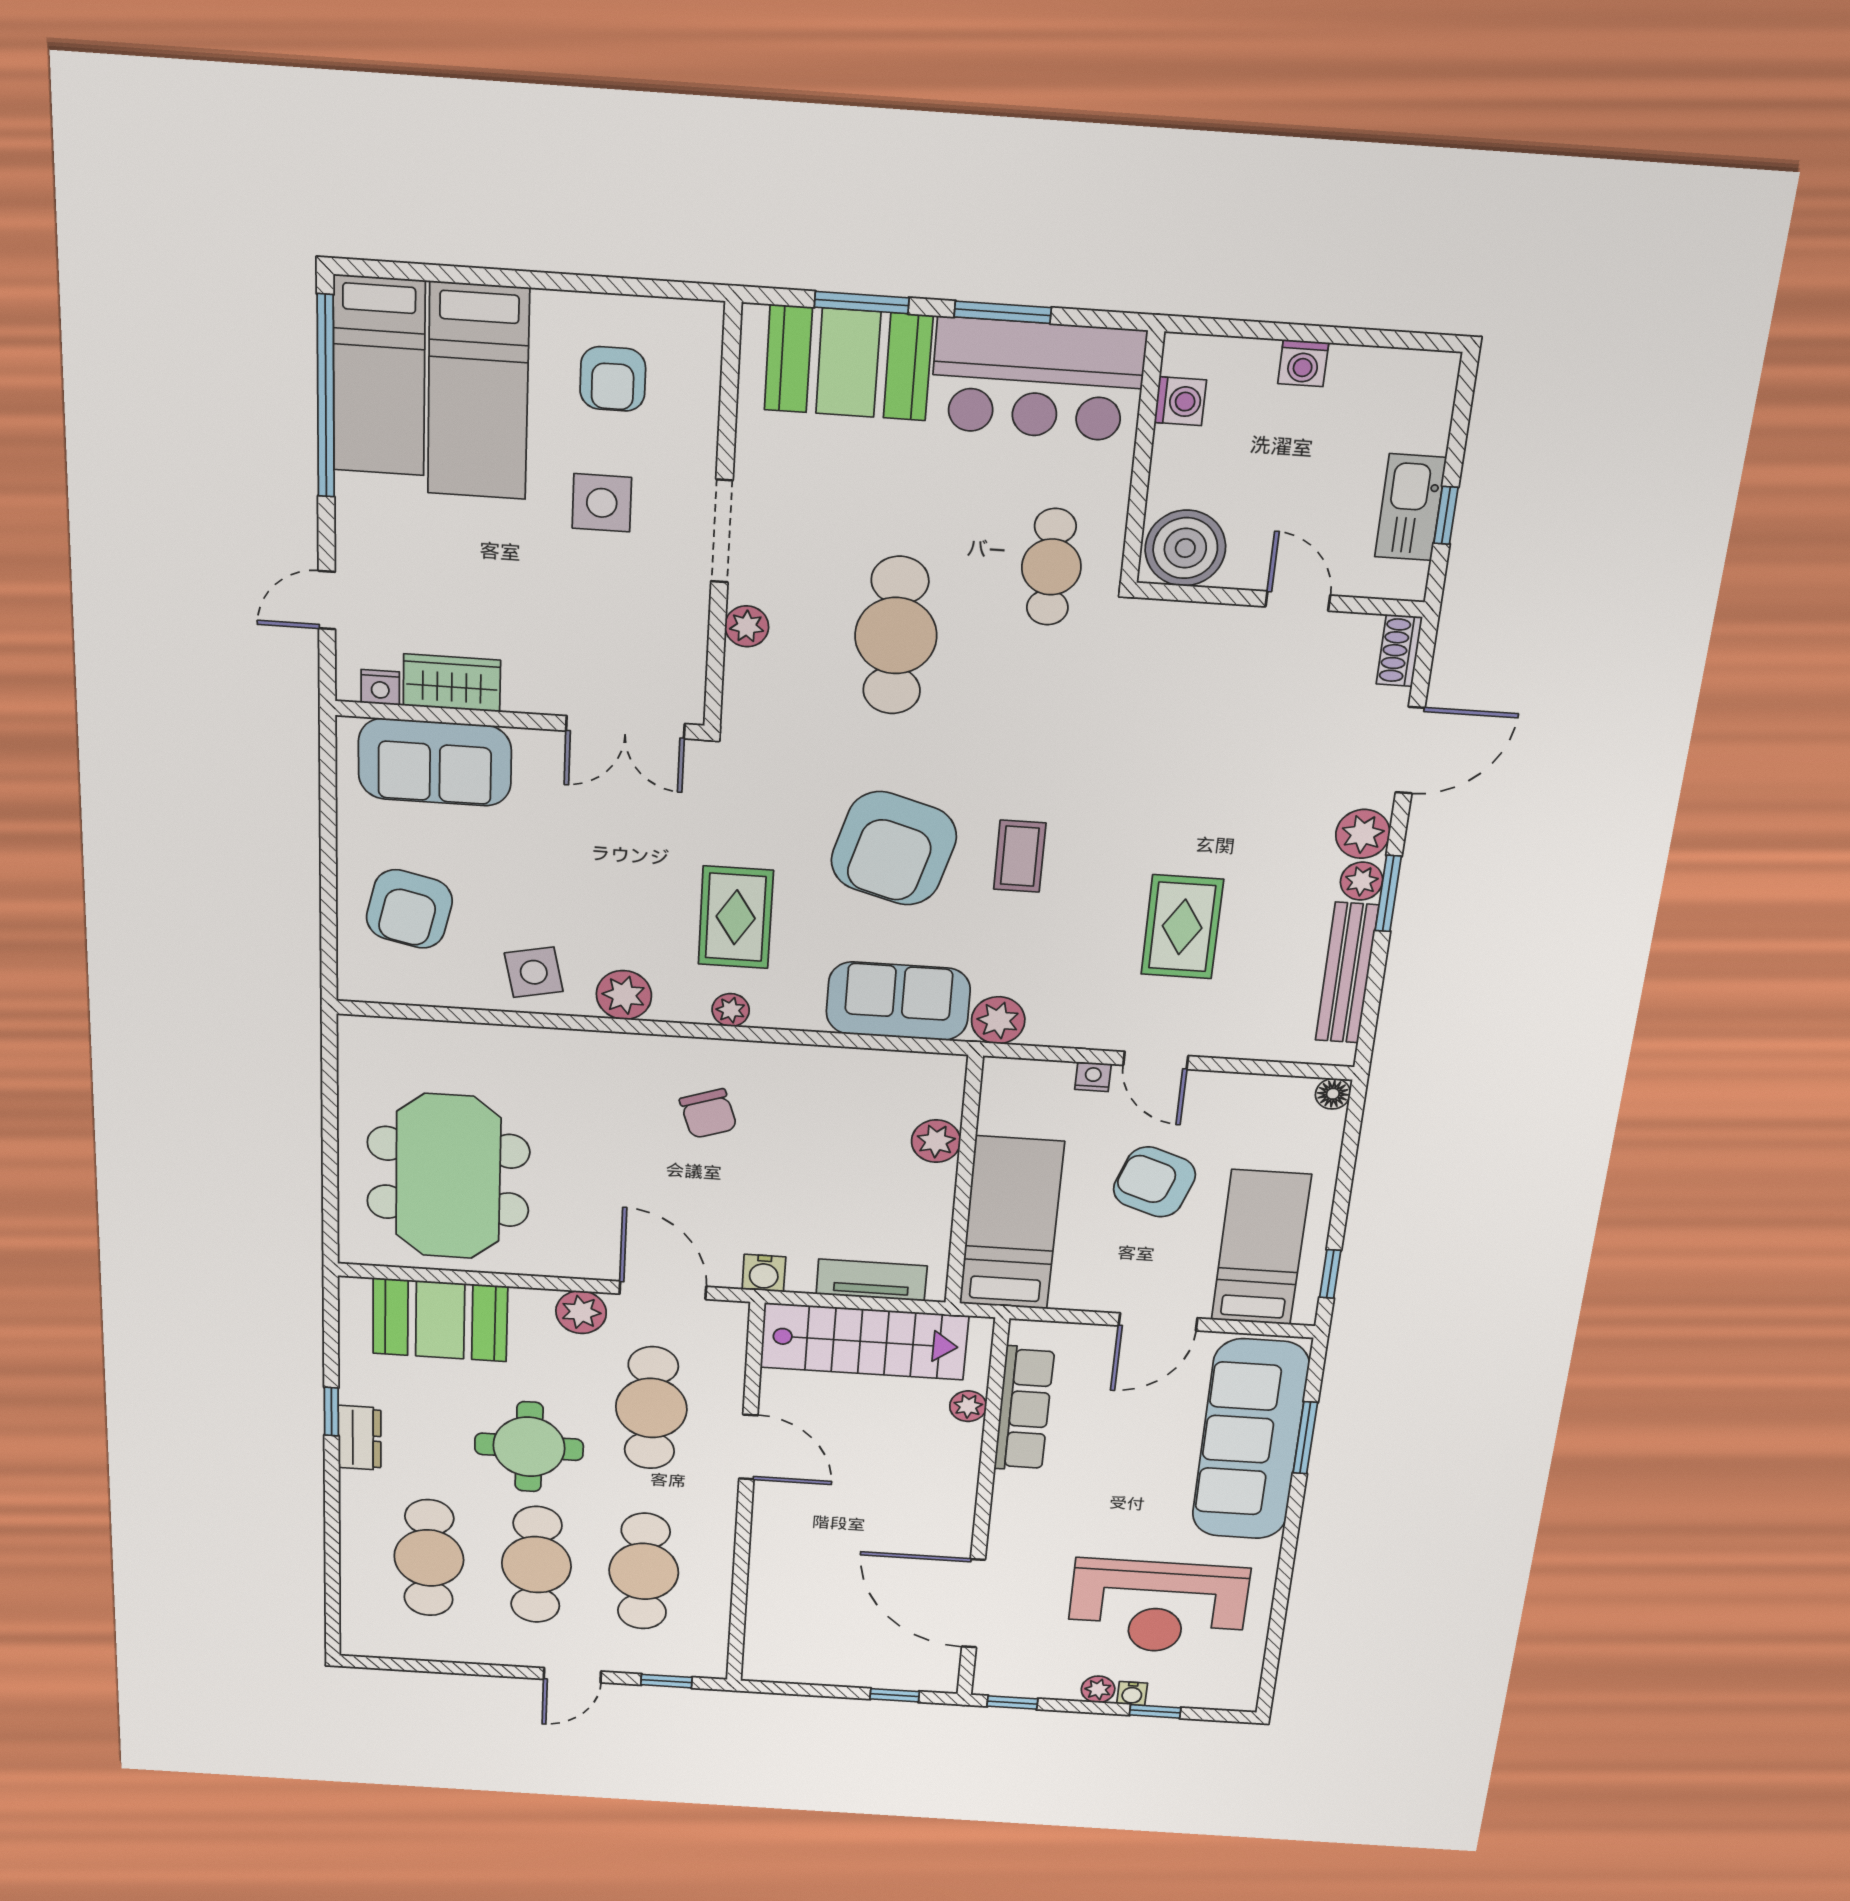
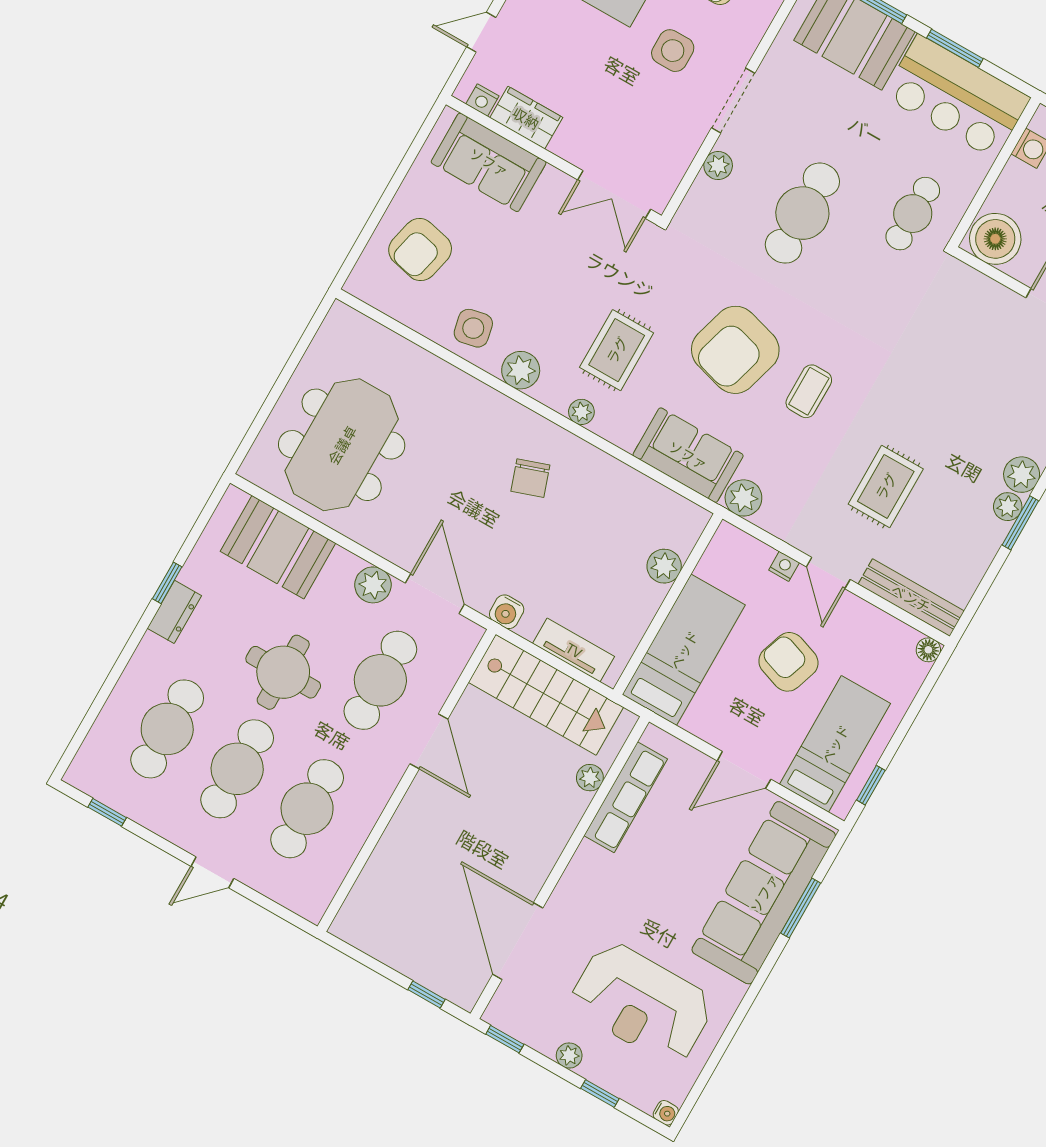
bench: (1347, 973) -> (911, 598), moved, turned 90
window: (666, 1681) -> (107, 812), moved
water cooler: (1132, 1694) -> (666, 1113), moved, turned -90

